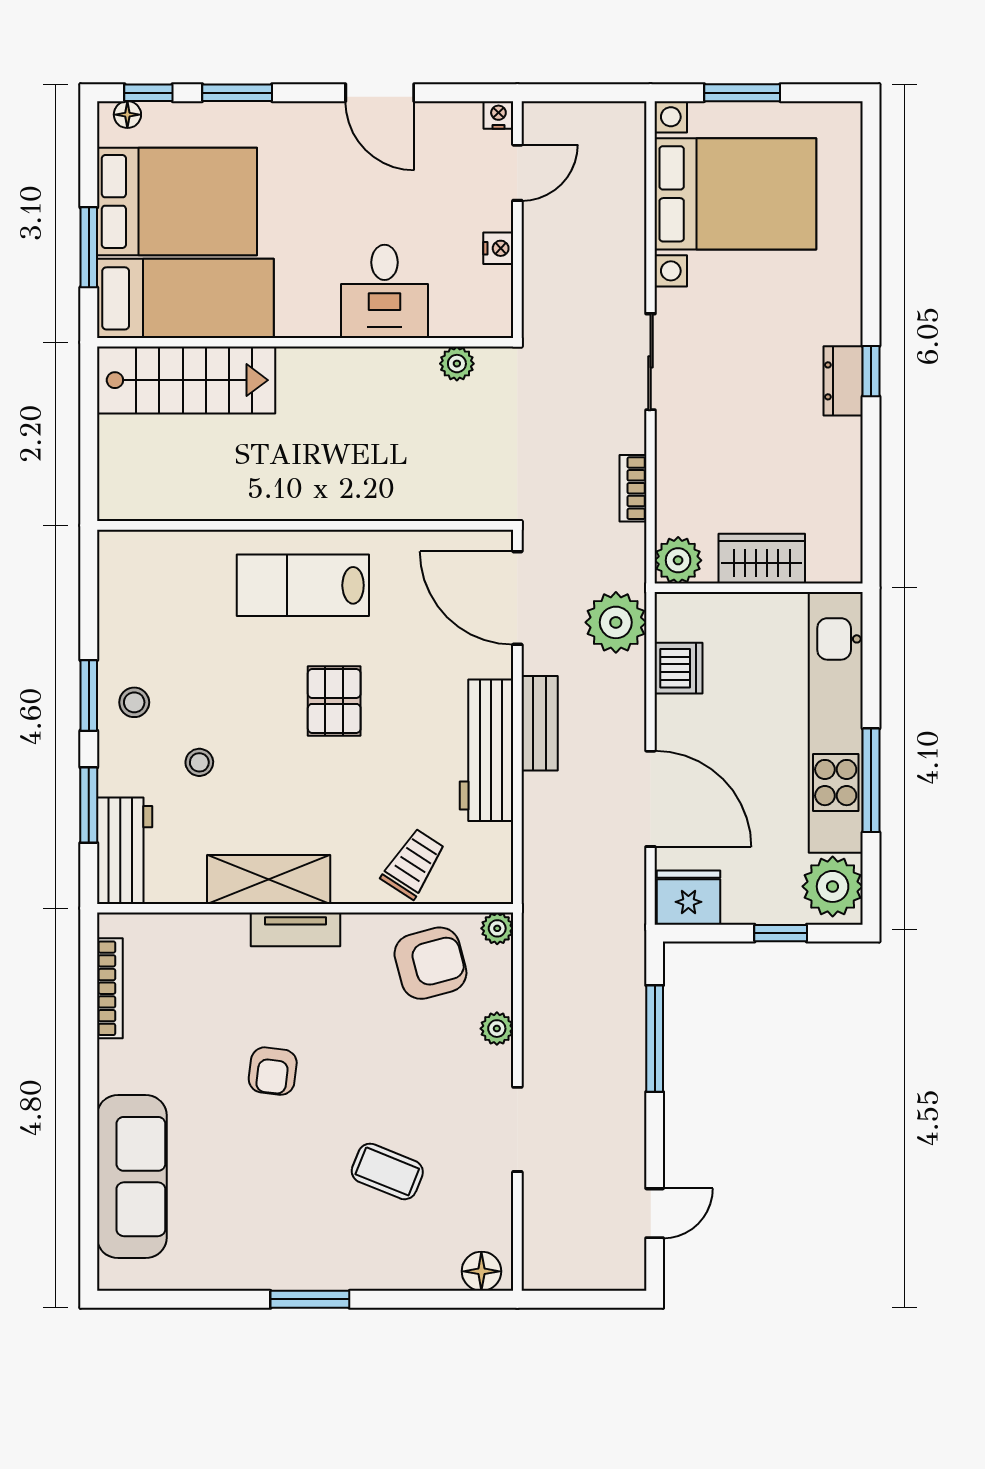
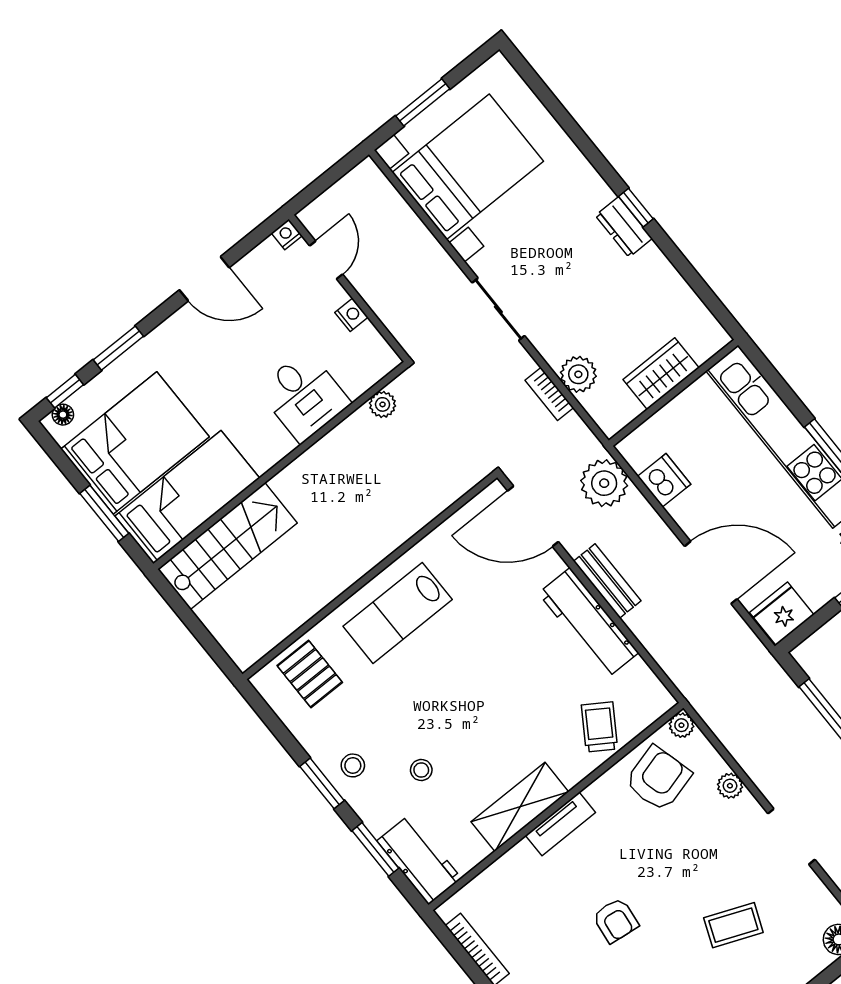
plant: (678, 560) -> (578, 374), moved
pallet: (334, 701) -> (310, 674), moved

